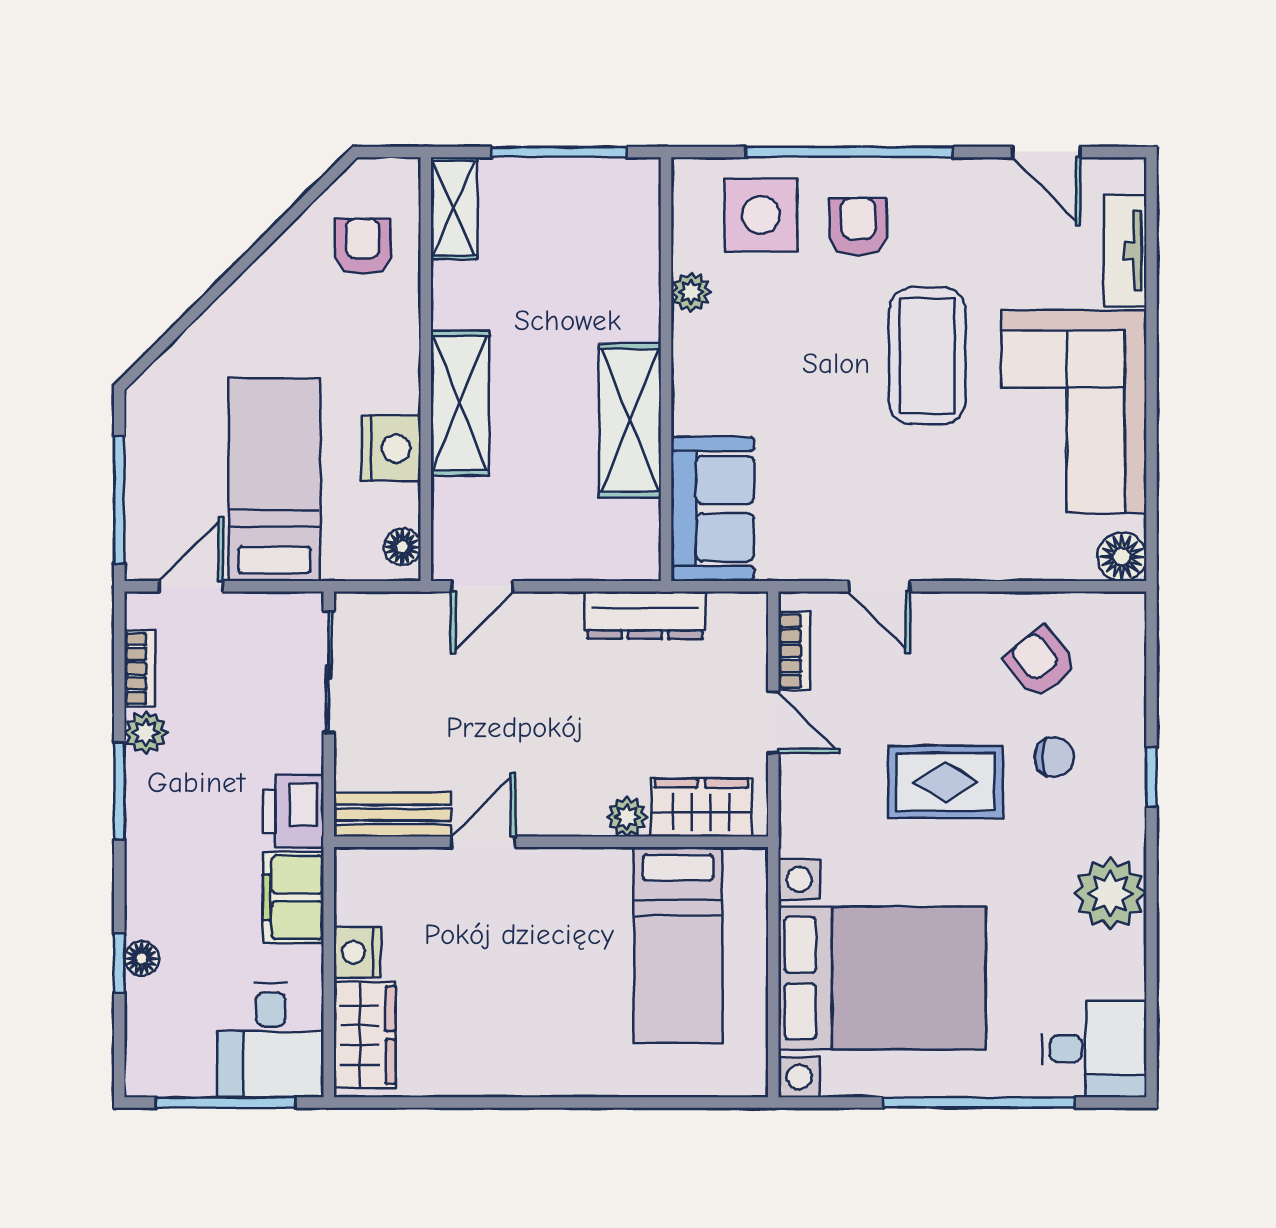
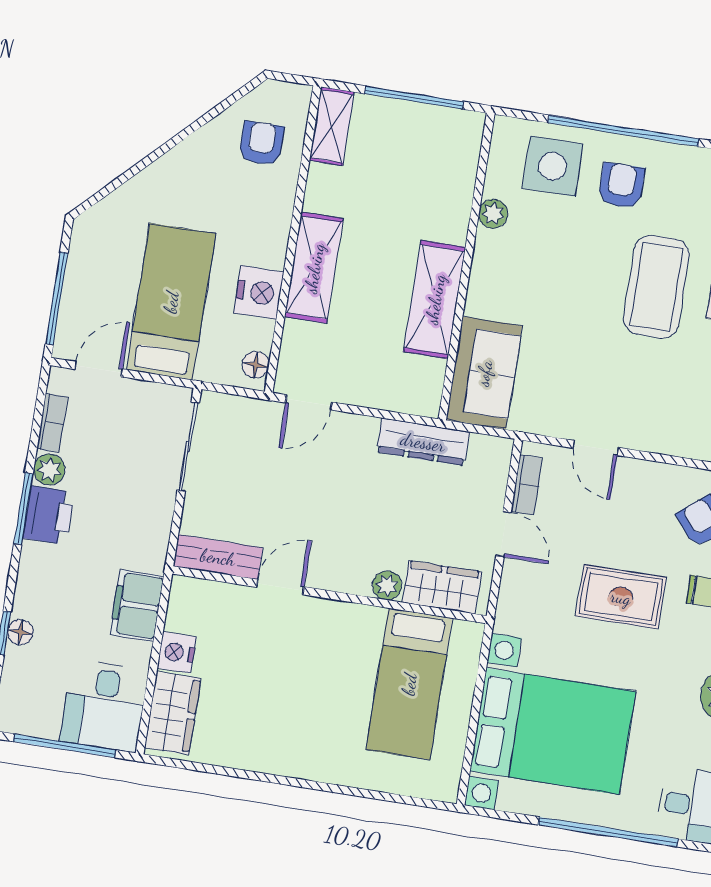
printer: (294, 811) -> (48, 515), moved, turned 180

